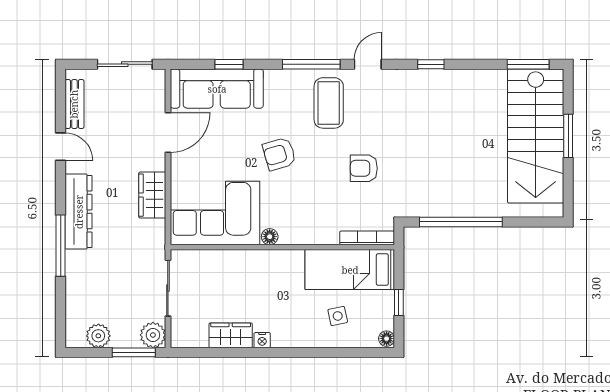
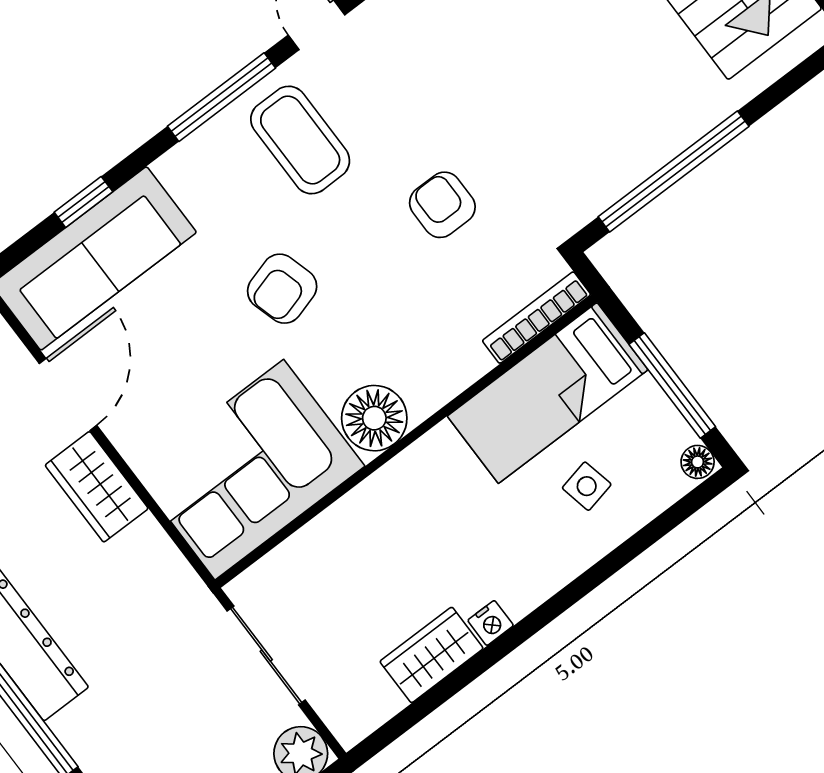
armchair: (364, 168) -> (442, 205), turned 90
wardrobe: (152, 195) -> (97, 487), moved
floor lamp: (270, 237) -> (374, 418), width x1.89, depth x1.89
window: (399, 303) -> (672, 385), width x2.17

